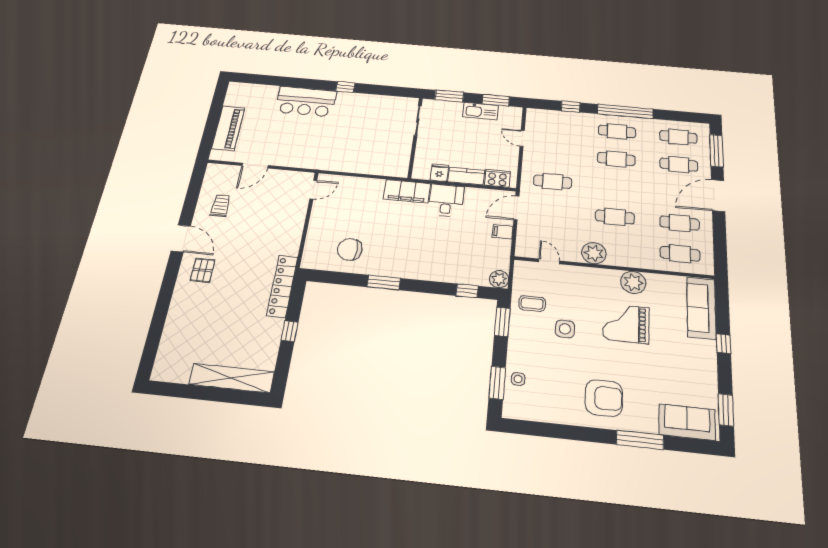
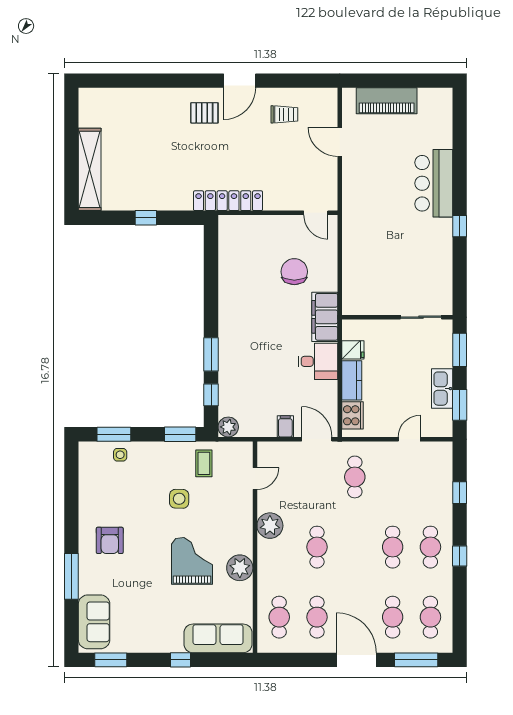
window: (625, 111) -> (460, 556), width x0.32
chair: (350, 249) -> (294, 272), moved
window: (384, 283) -> (211, 354), moved
locker: (282, 286) -> (228, 201), moved
armchair: (604, 398) -> (110, 540), width x0.73, depth x0.73

